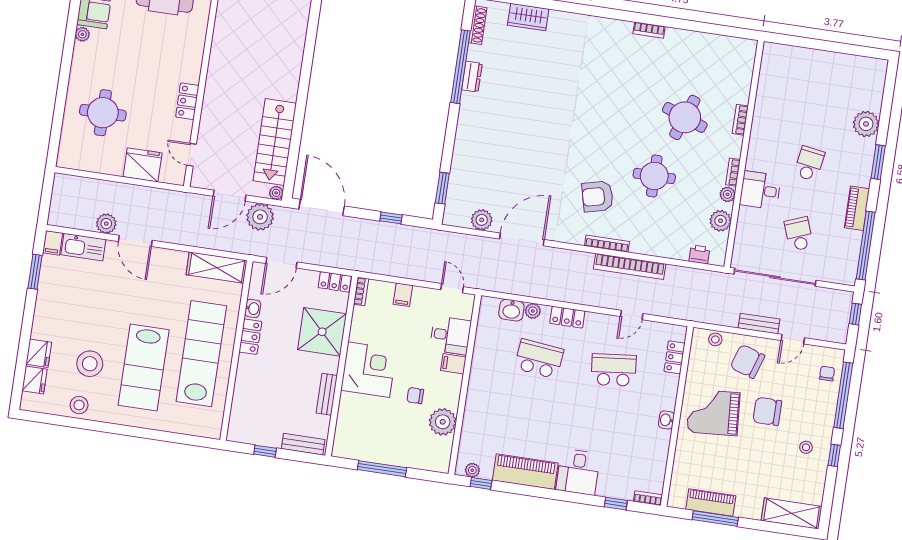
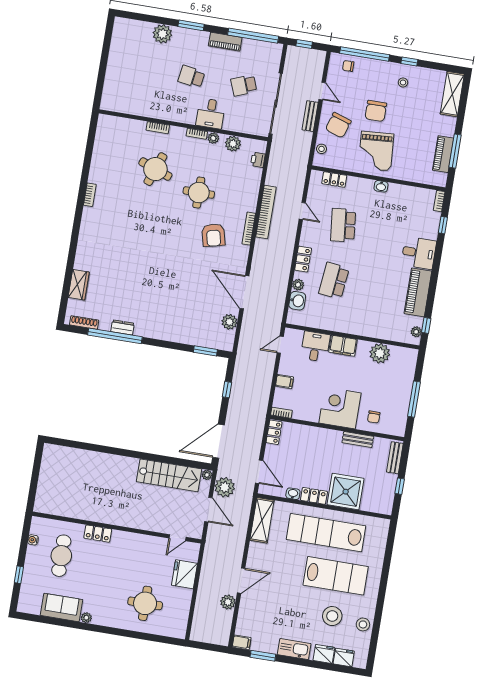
locker: (187, 101) -> (98, 534), moved
kitchen sink: (83, 247) -> (294, 649), moved, turned -90
shower: (322, 332) -> (346, 492), moved
filing cabinet: (453, 364) -> (343, 346), width x2.00
chair: (415, 396) -> (374, 417), moved

